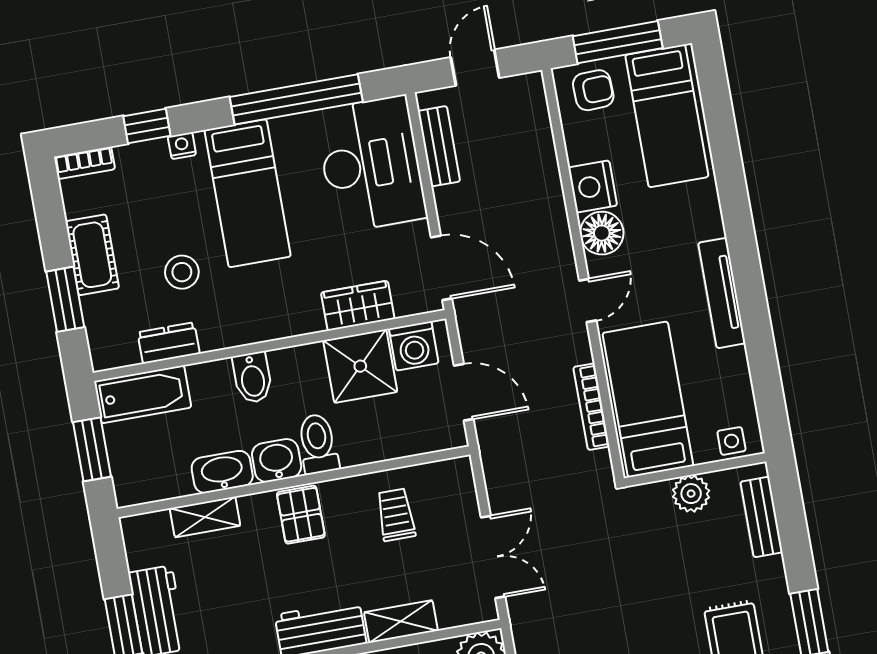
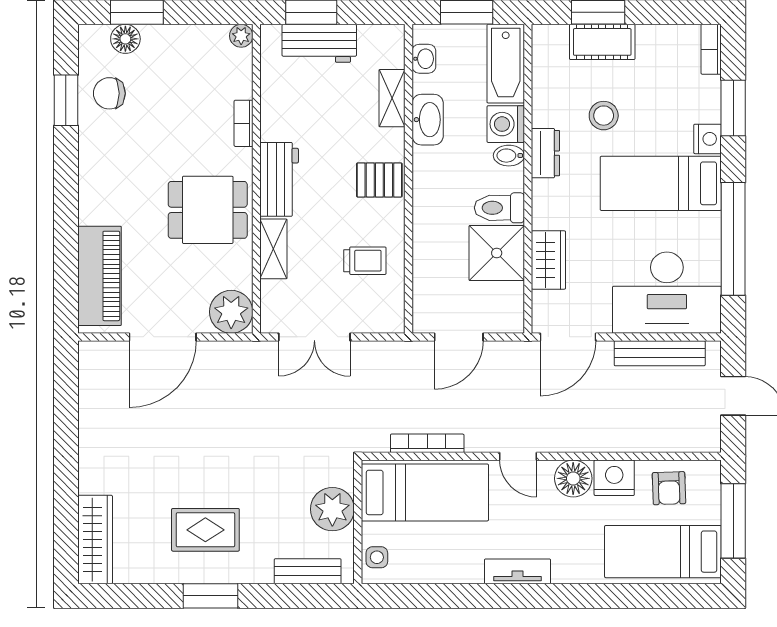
armchair: (593, 90) -> (669, 488), moved
window: (147, 126) -> (733, 108), width x1.50
nightstand: (182, 146) -> (708, 139), width x1.39, depth x1.35
bench: (439, 146) -> (660, 353), width x1.36
cot: (92, 255) -> (602, 42), moved
tv unit: (722, 293) -> (518, 571), width x0.71
dresser: (169, 343) -> (545, 153), moved
washing machine: (414, 346) -> (506, 124), moved
bidet: (252, 378) -> (509, 156), width x0.72, depth x0.74
toilet: (318, 444) -> (499, 208), moved, turned 180
washbasin: (277, 460) -> (424, 59), moved, width x0.72, depth x0.69
plant: (691, 494) -> (332, 509), width x1.36, depth x1.36

